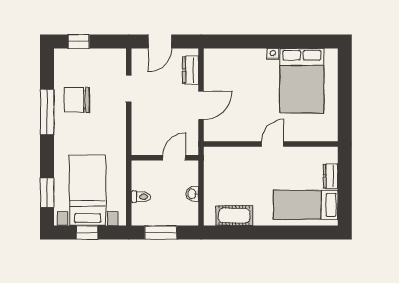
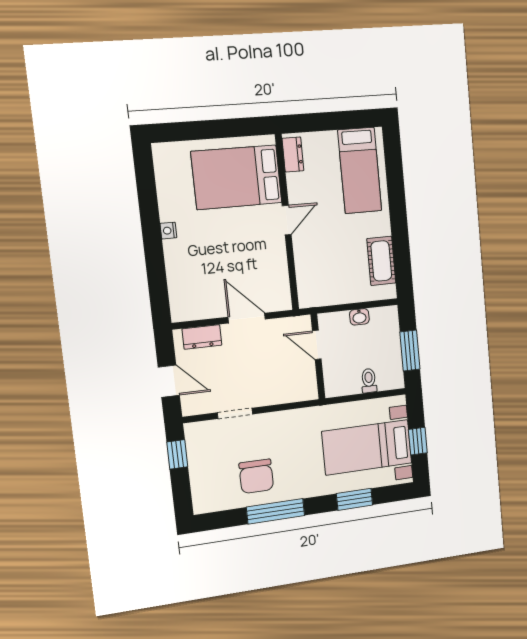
window: (79, 42) -> (177, 454), moved
bed: (302, 81) -> (237, 177), moved, turned 180
door: (273, 144) -> (287, 220), swing flipped
dresser: (331, 176) -> (293, 154), moved, turned -90
window: (47, 193) -> (355, 499), moved

